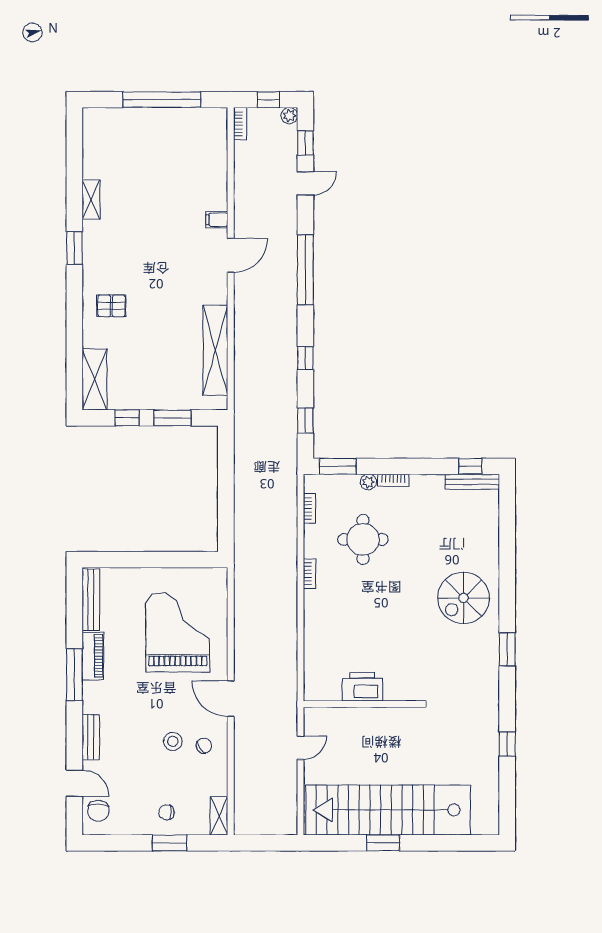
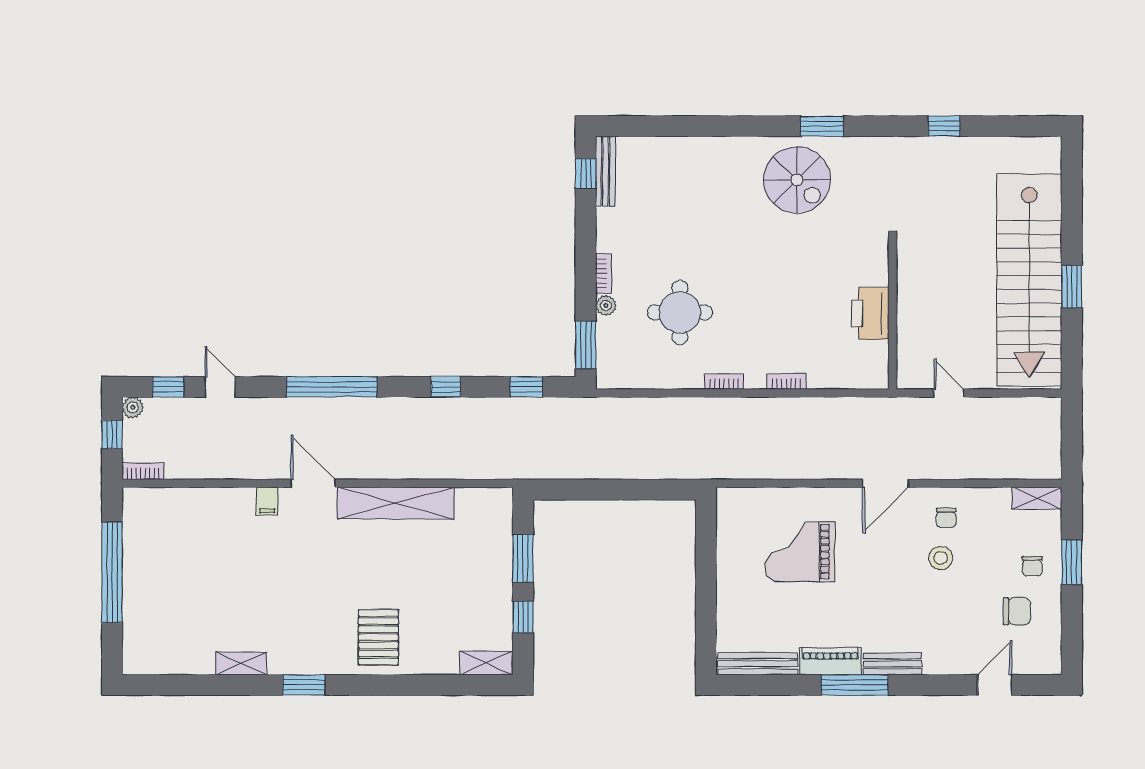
pallet: (111, 306) -> (378, 637), width x1.50, depth x1.42
shelving: (215, 350) -> (396, 503), moved
shelving: (95, 379) -> (486, 663), width x0.67, depth x0.75
bookcase: (309, 508) -> (787, 382), moved
spiral stairs: (464, 598) -> (797, 180), moved
grand piano: (178, 632) -> (800, 552), width x0.73, depth x0.68
bench: (91, 737) -> (892, 664), moved
chair: (204, 746) -> (946, 518), turned -146
chair: (98, 811) -> (1017, 611), moved

